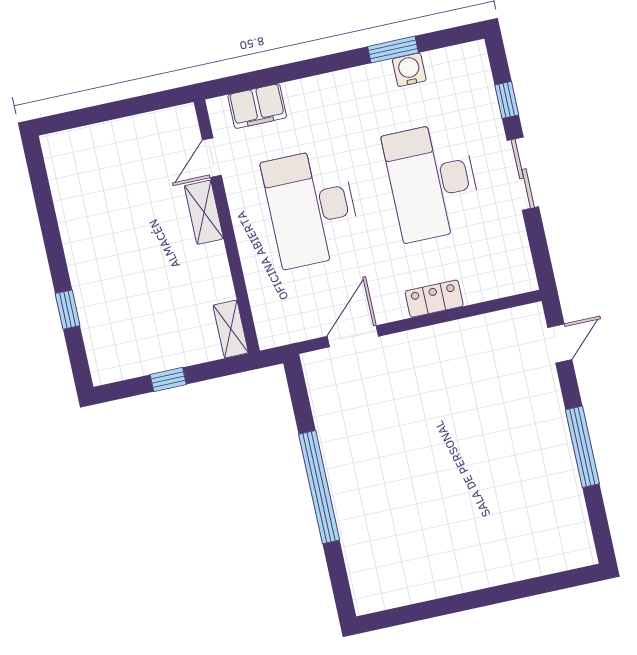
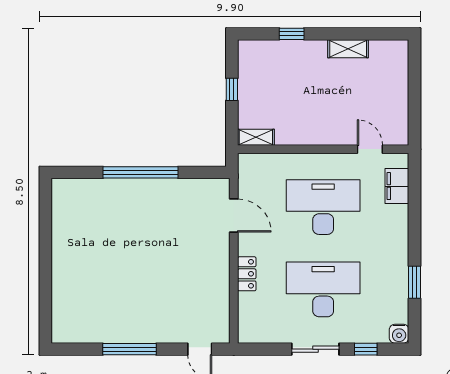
water cooler: (409, 70) -> (399, 334), moved, turned 90
shelving: (204, 212) -> (348, 49), moved

